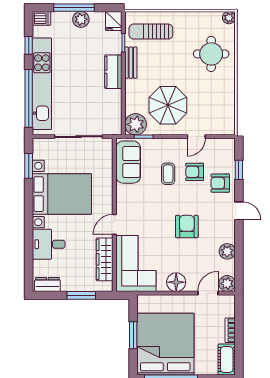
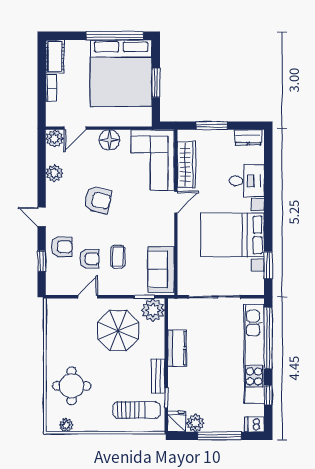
plant: (229, 18) -> (66, 425), moved
plant: (81, 19) -> (195, 423), moved
kitchen counter: (113, 72) -> (177, 348), moved
armchair: (187, 227) -> (98, 200), turned -77

